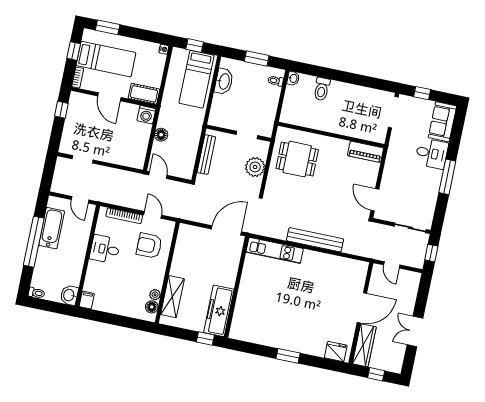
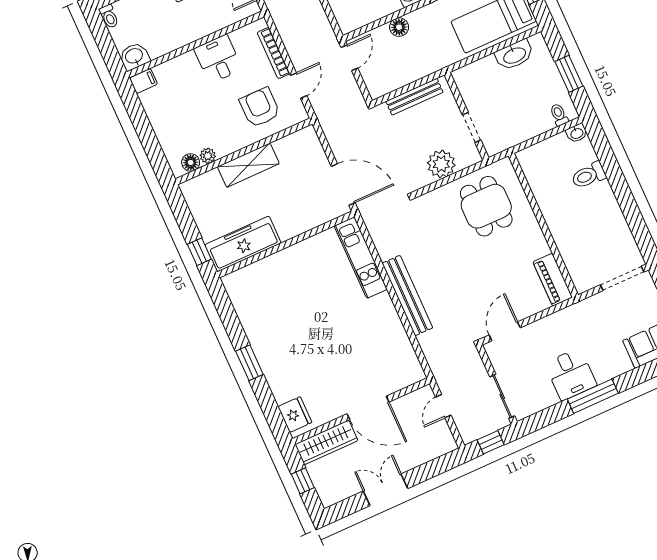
desk: (432, 153) -> (571, 374), moved
shelving: (172, 297) -> (248, 165), moved

